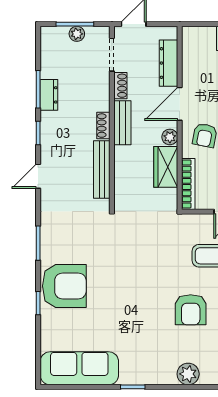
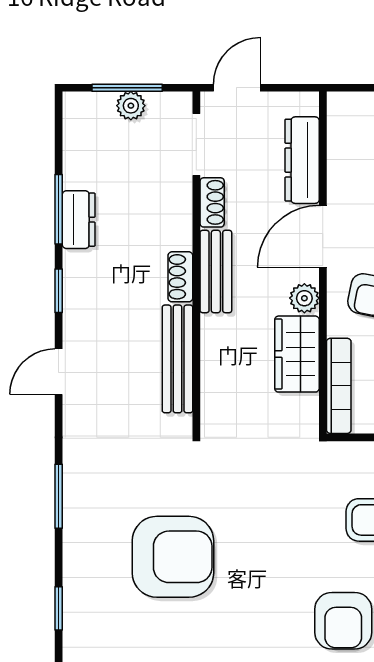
armchair: (64, 286) -> (173, 557), moved

